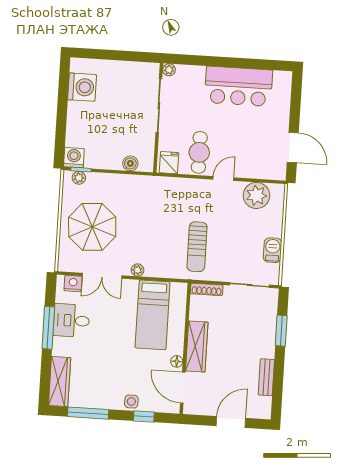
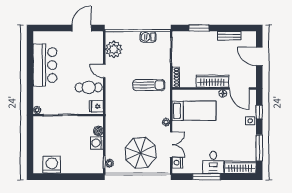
washing machine: (74, 158) -> (97, 143), moved
desk: (71, 320) -> (213, 162), moved
door: (183, 388) -> (239, 89), hinge flipped

